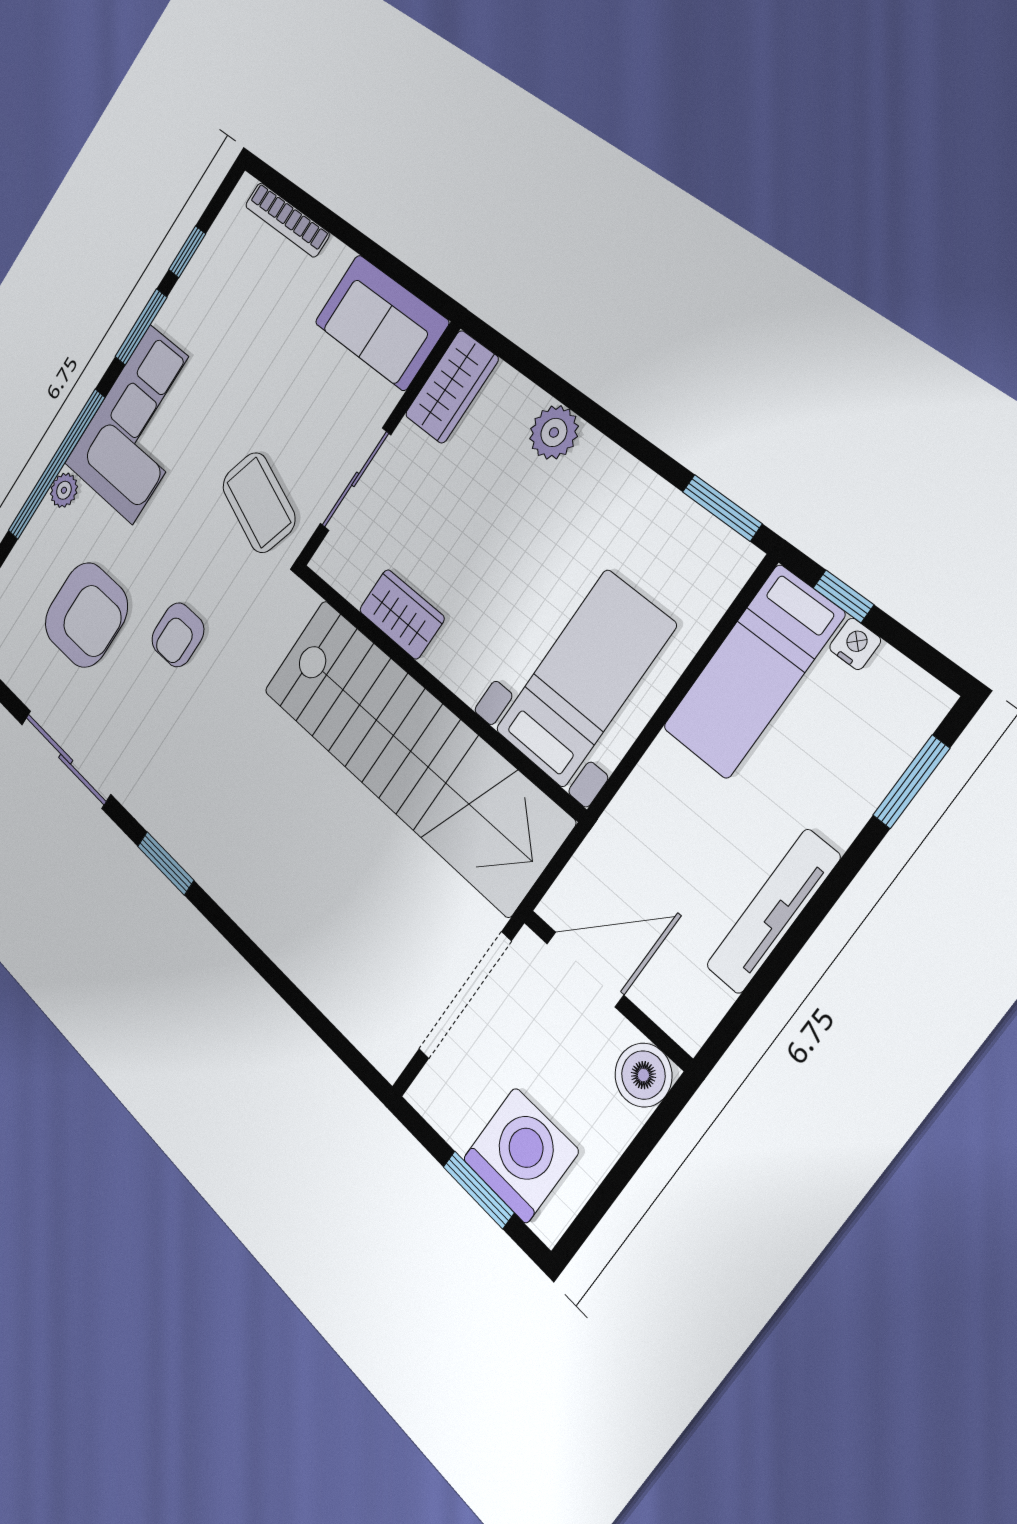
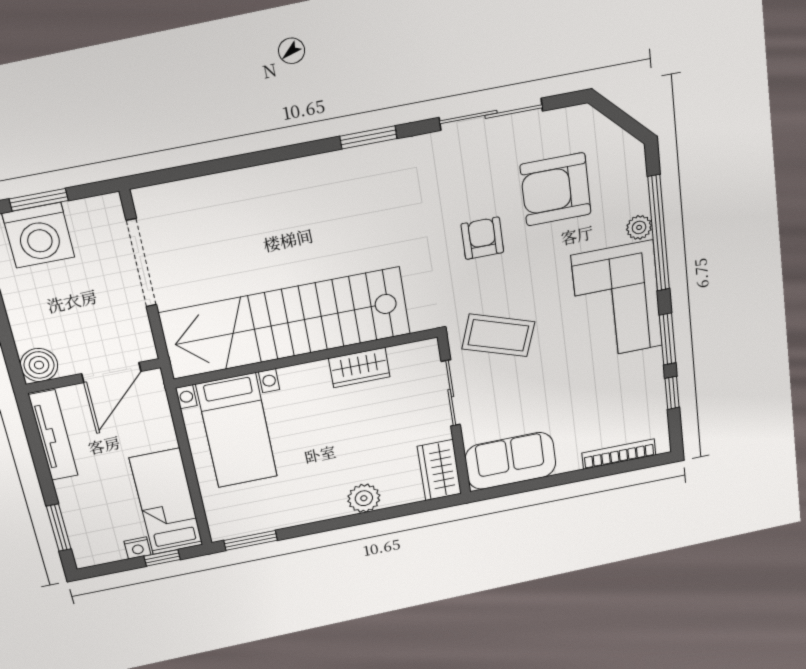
door: (585, 969) -> (111, 373), moved
wall: (606, 989) -> (93, 376), moved
boiler: (643, 1075) -> (39, 365), moved

